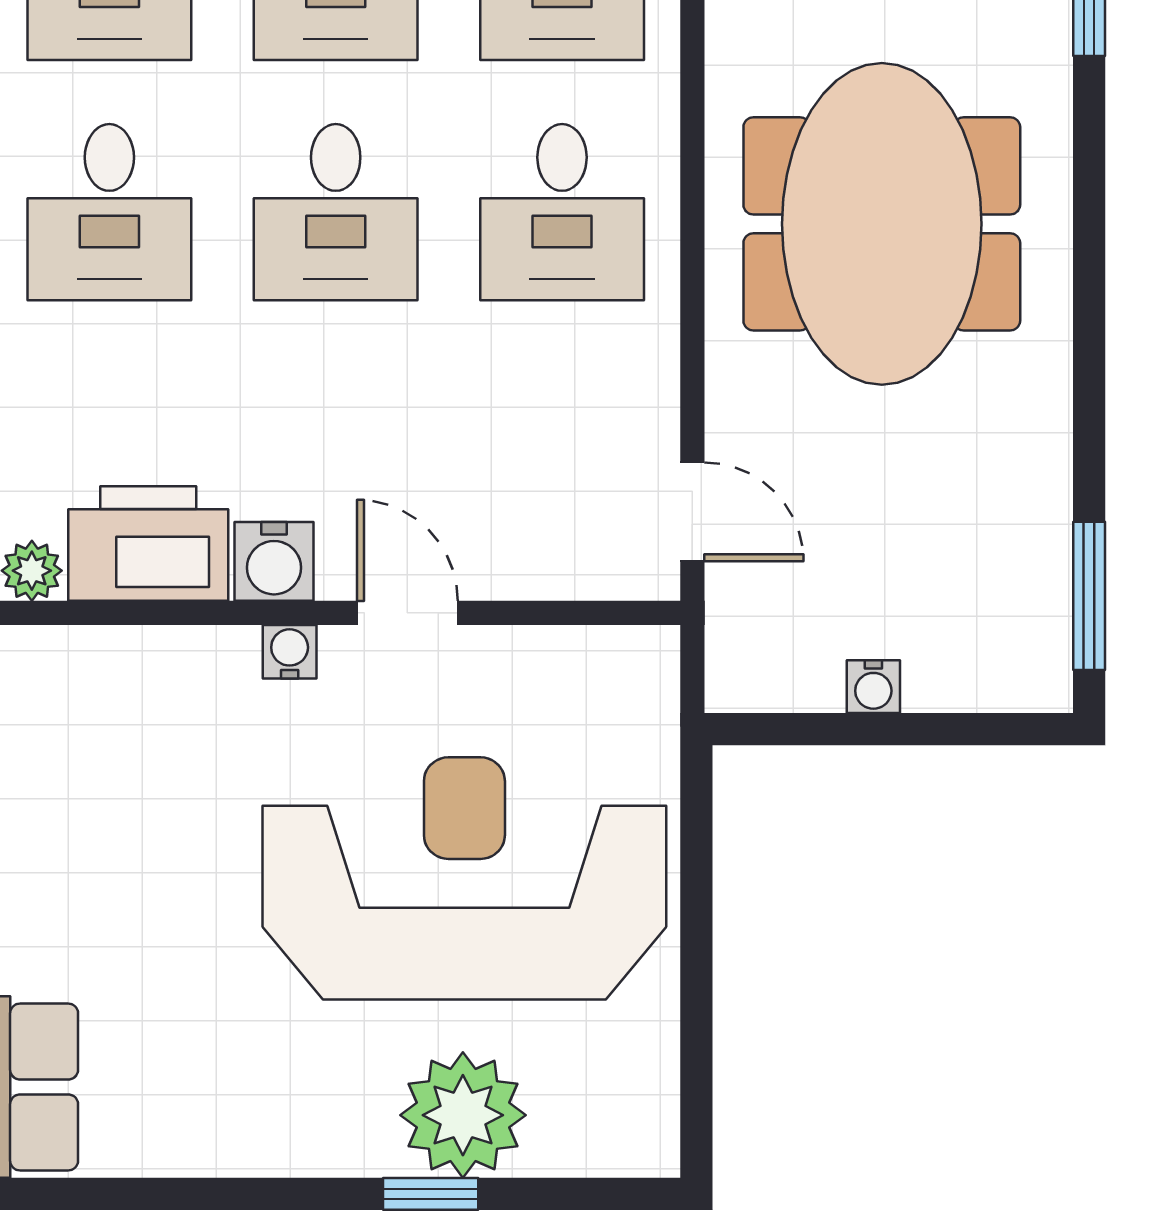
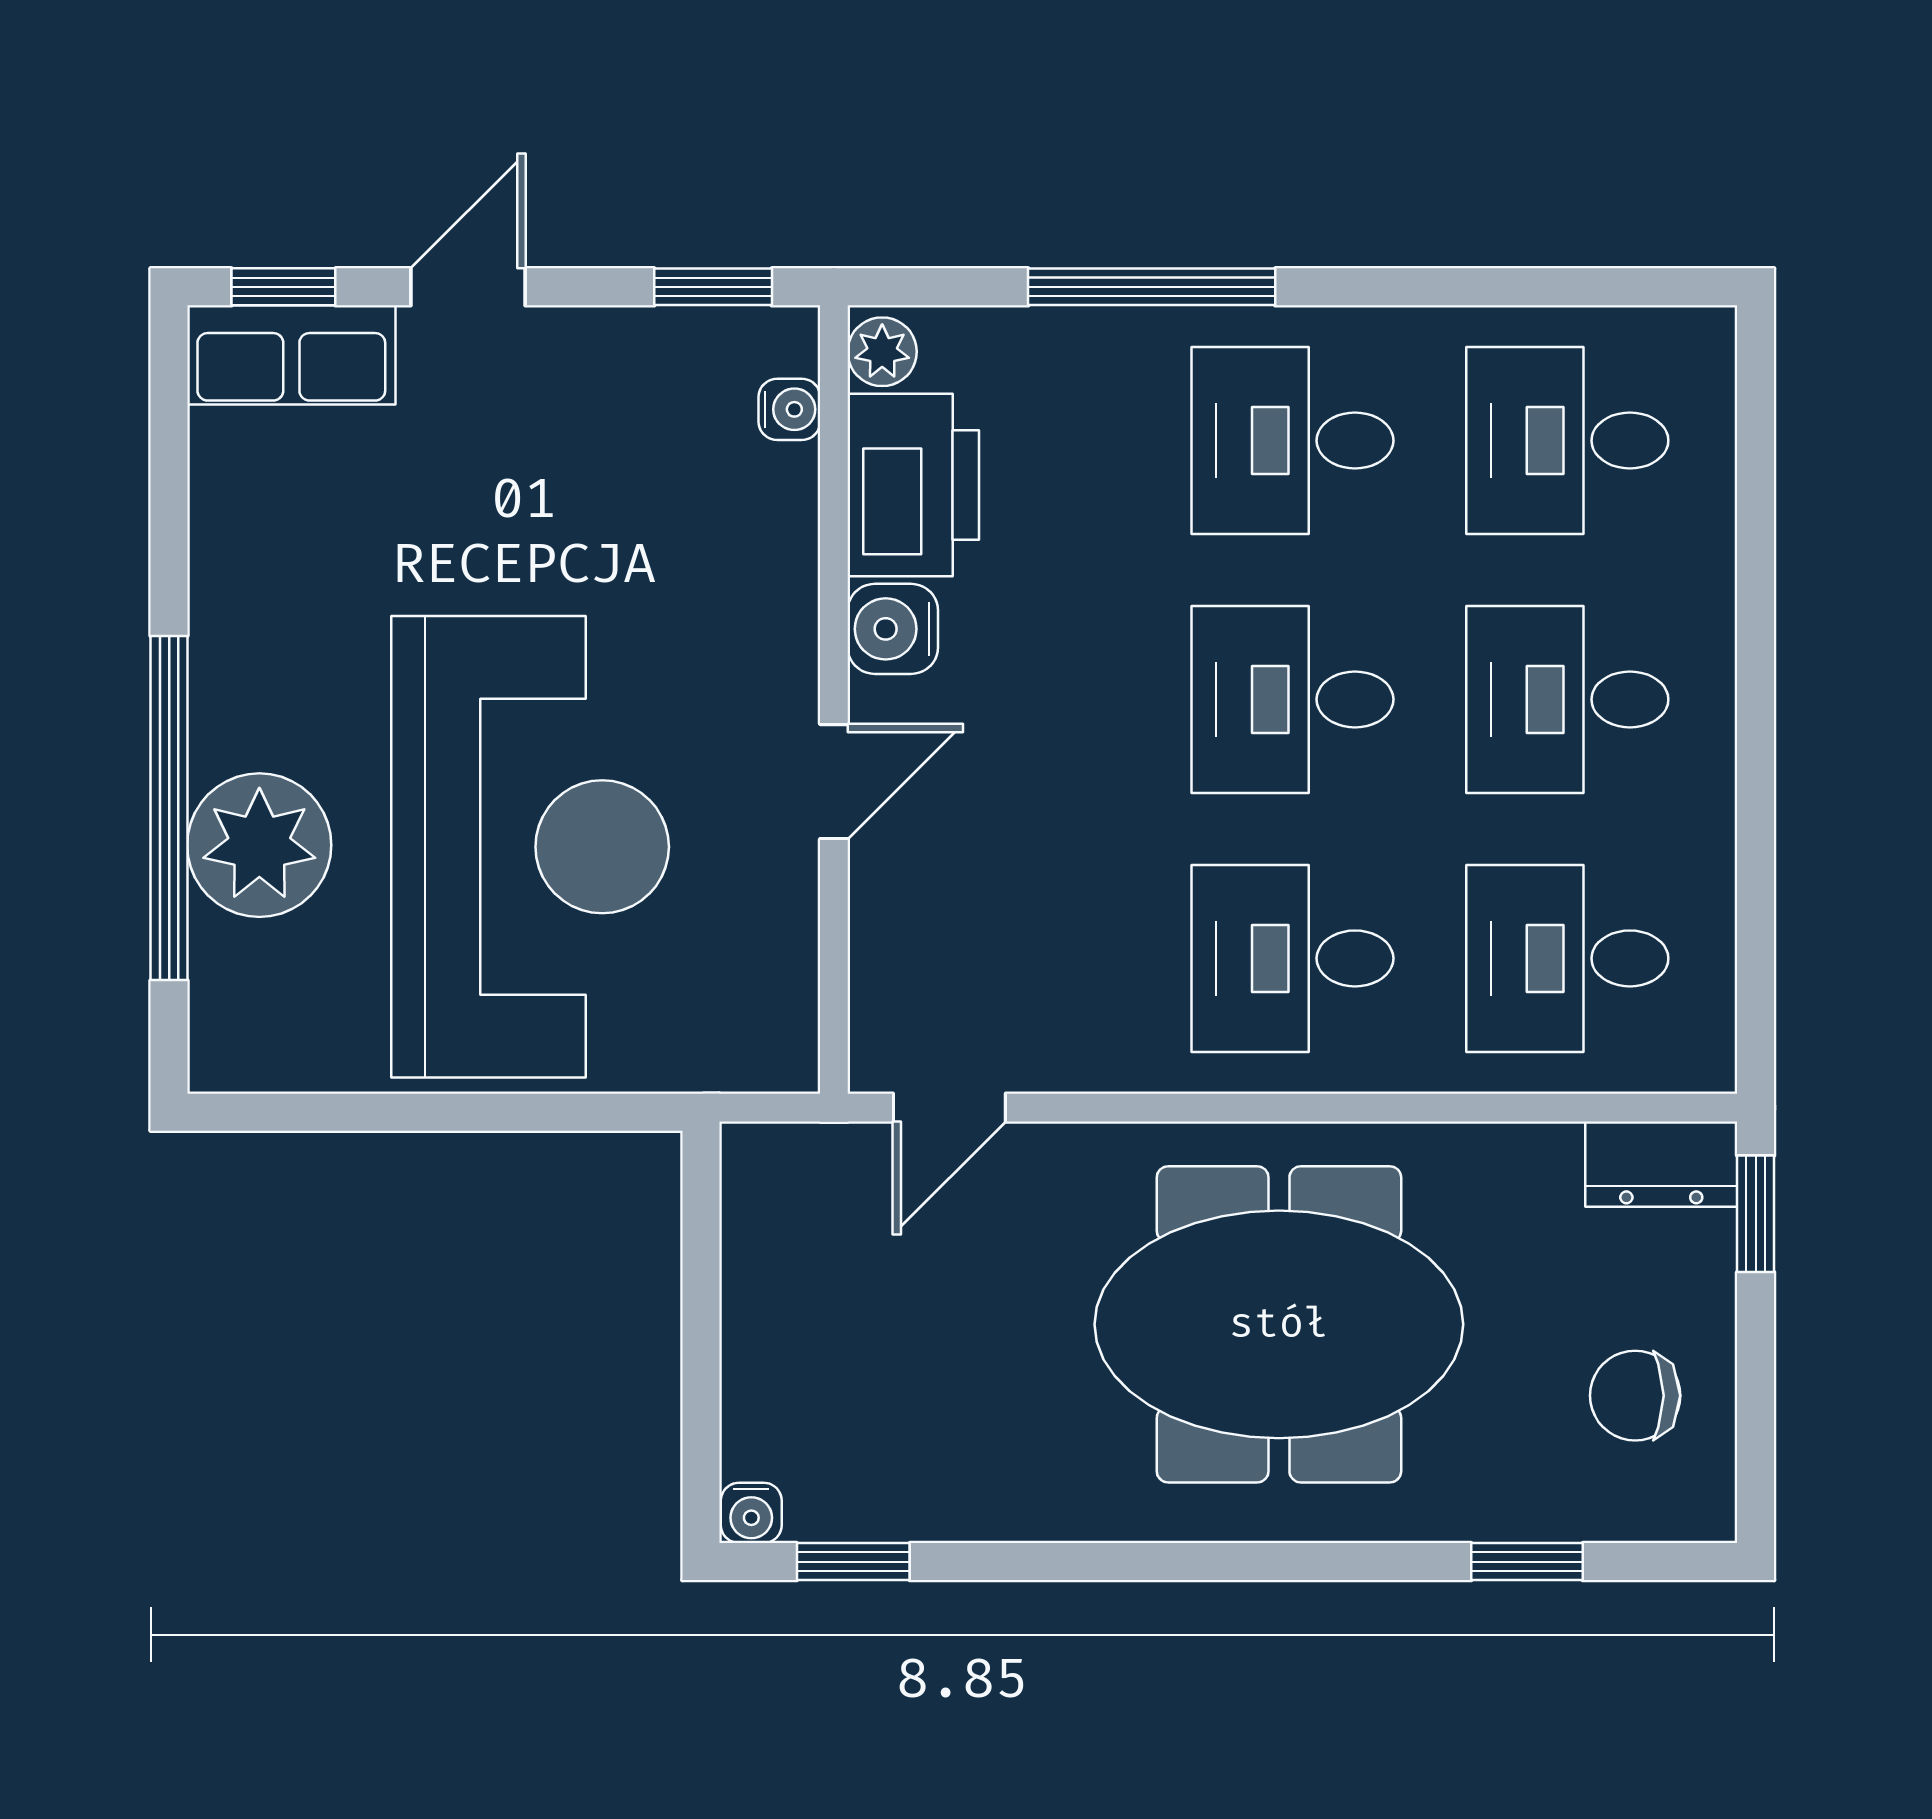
window: (1089, 596) -> (853, 1562), width x0.67
water cooler: (290, 652) -> (789, 409), moved
water cooler: (873, 687) -> (751, 1513), moved, turned -90
window: (431, 1194) -> (169, 808), width x3.17

